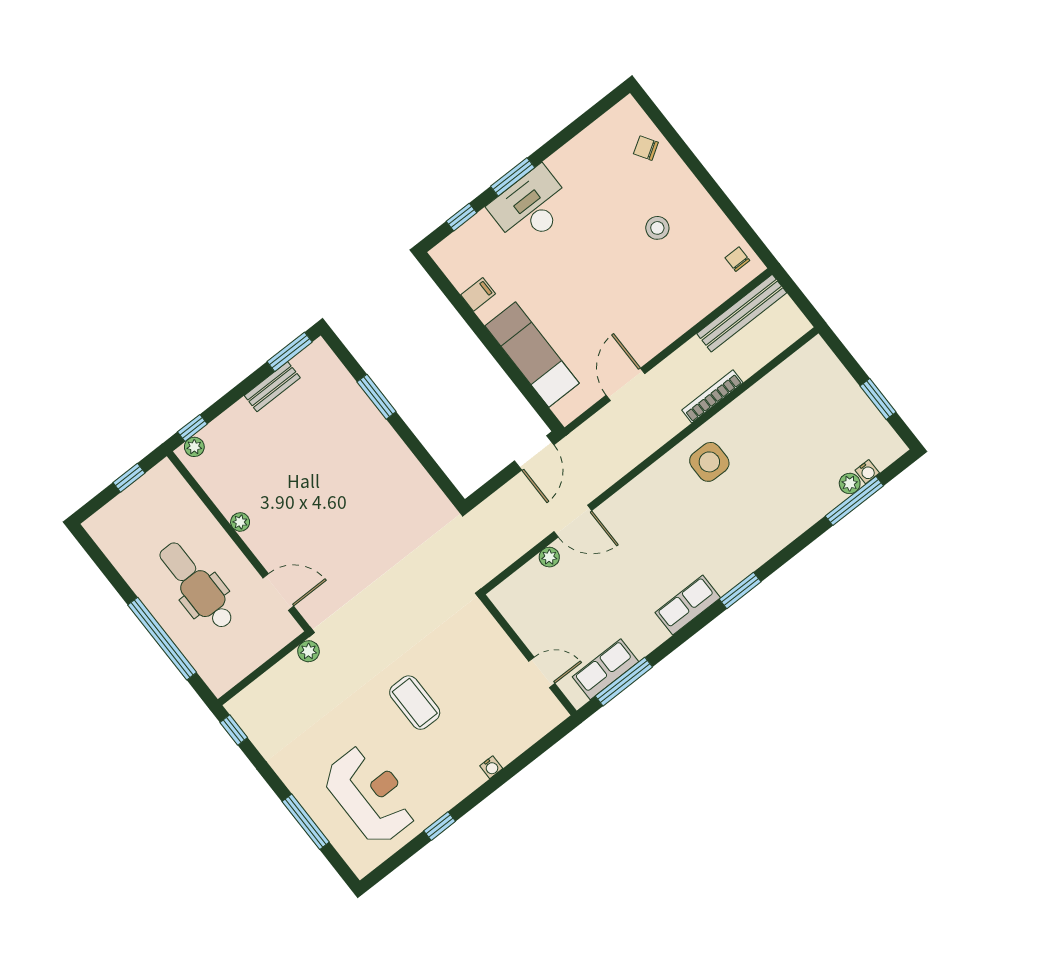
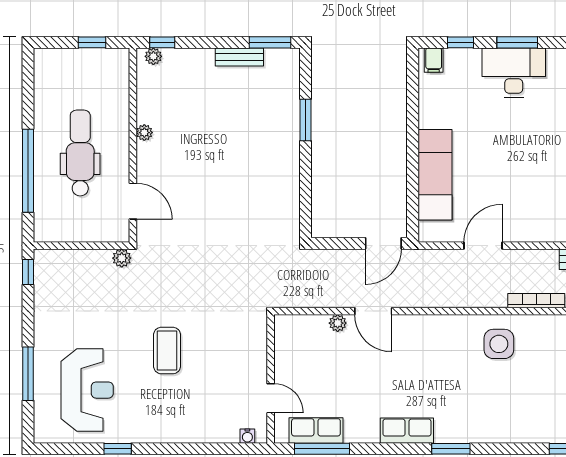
filing cabinet: (478, 294) -> (434, 60), moved, turned 90
water cooler: (491, 767) -> (247, 436), moved

